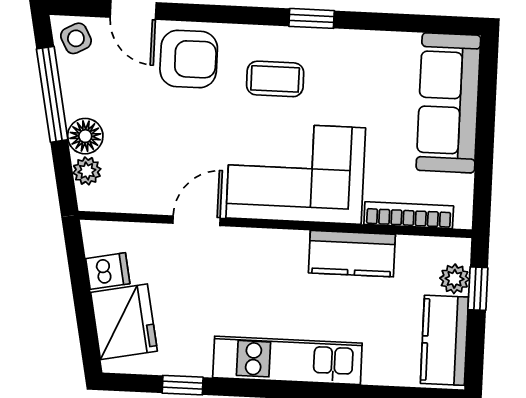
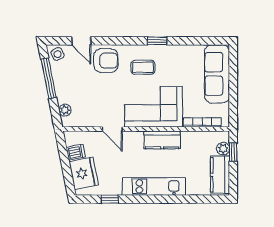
floor lamp: (85, 136) -> (63, 95), removed
door: (196, 221) -> (112, 129), swing flipped
kitchen counter: (352, 254) -> (162, 140), moved

